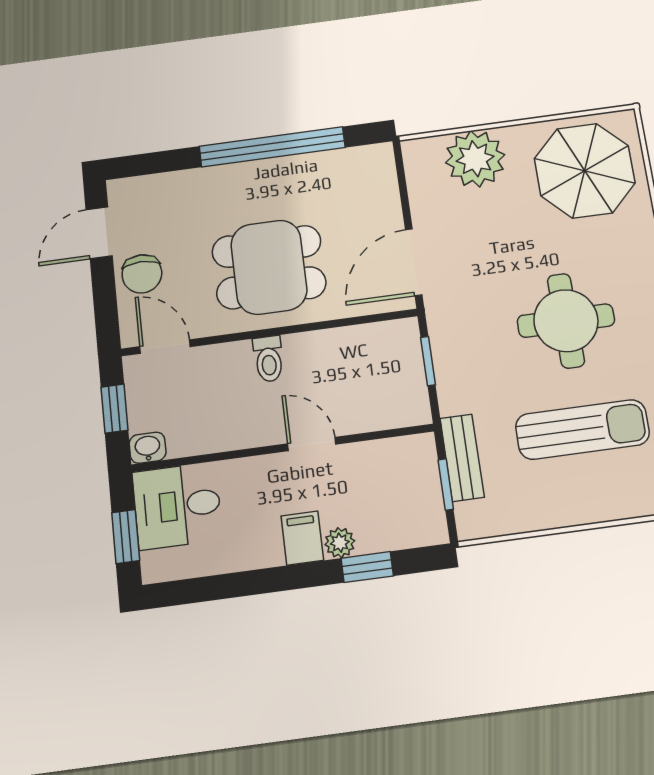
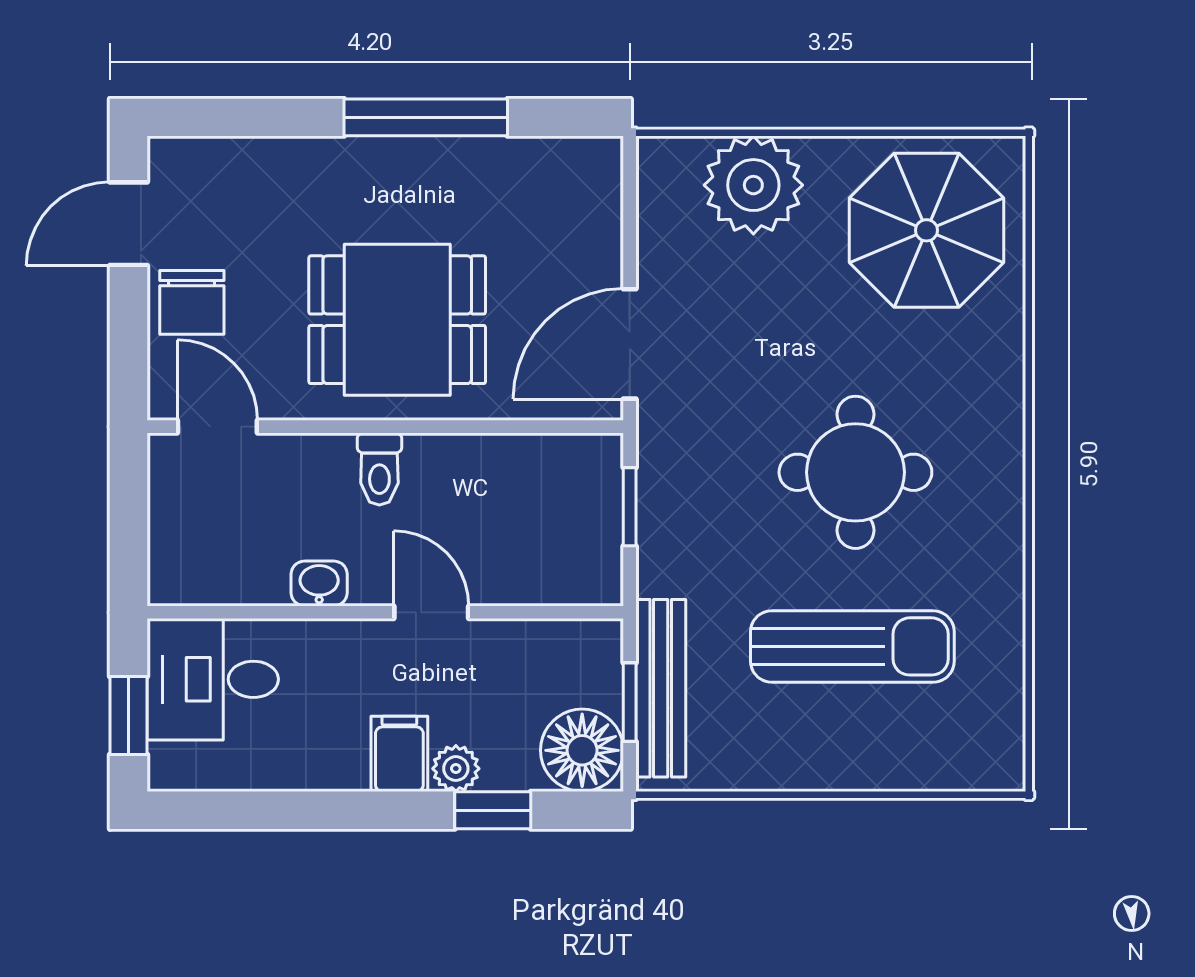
window: (272, 147) -> (426, 117), width x0.68
window: (114, 409) -> (129, 515), removed
washbasin: (148, 448) -> (319, 583), moved
bench: (462, 458) -> (661, 688), width x1.36
floor lamp: (420, 520) -> (582, 750), added

